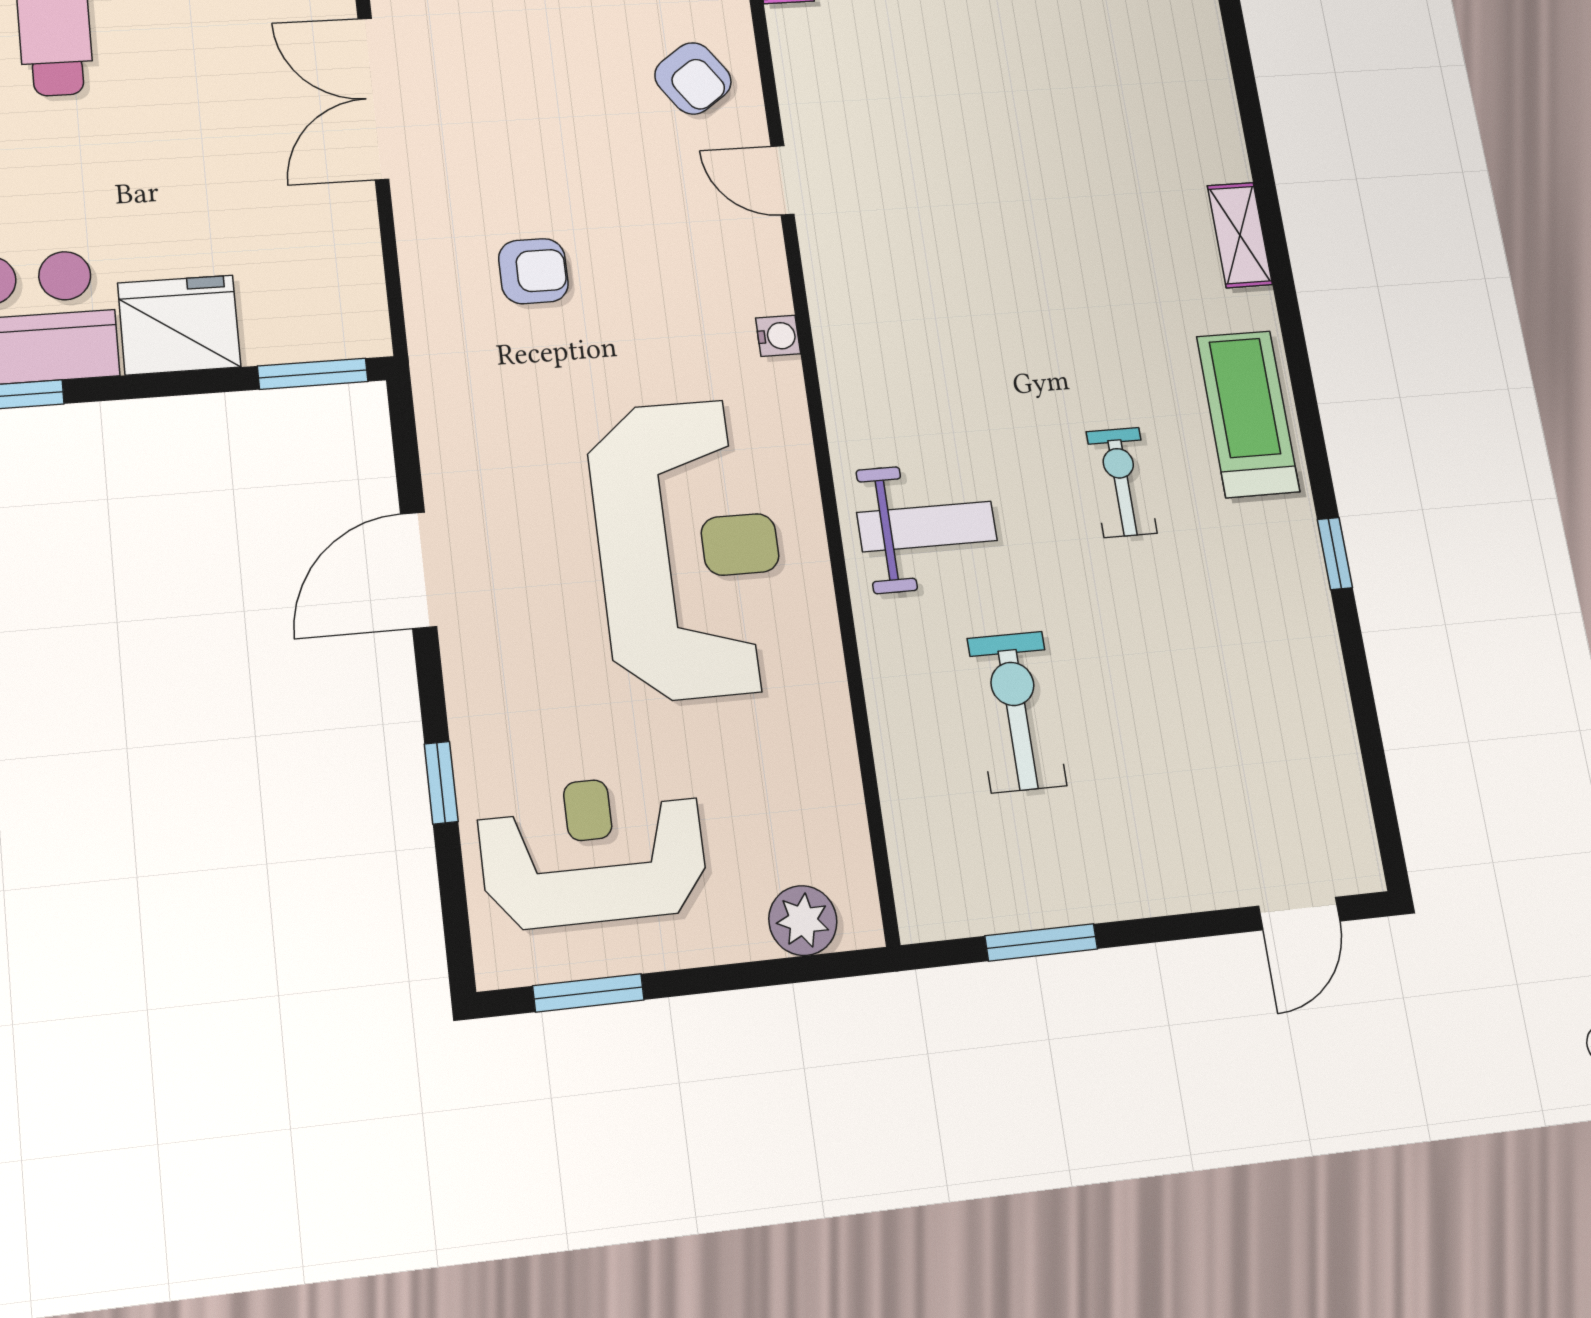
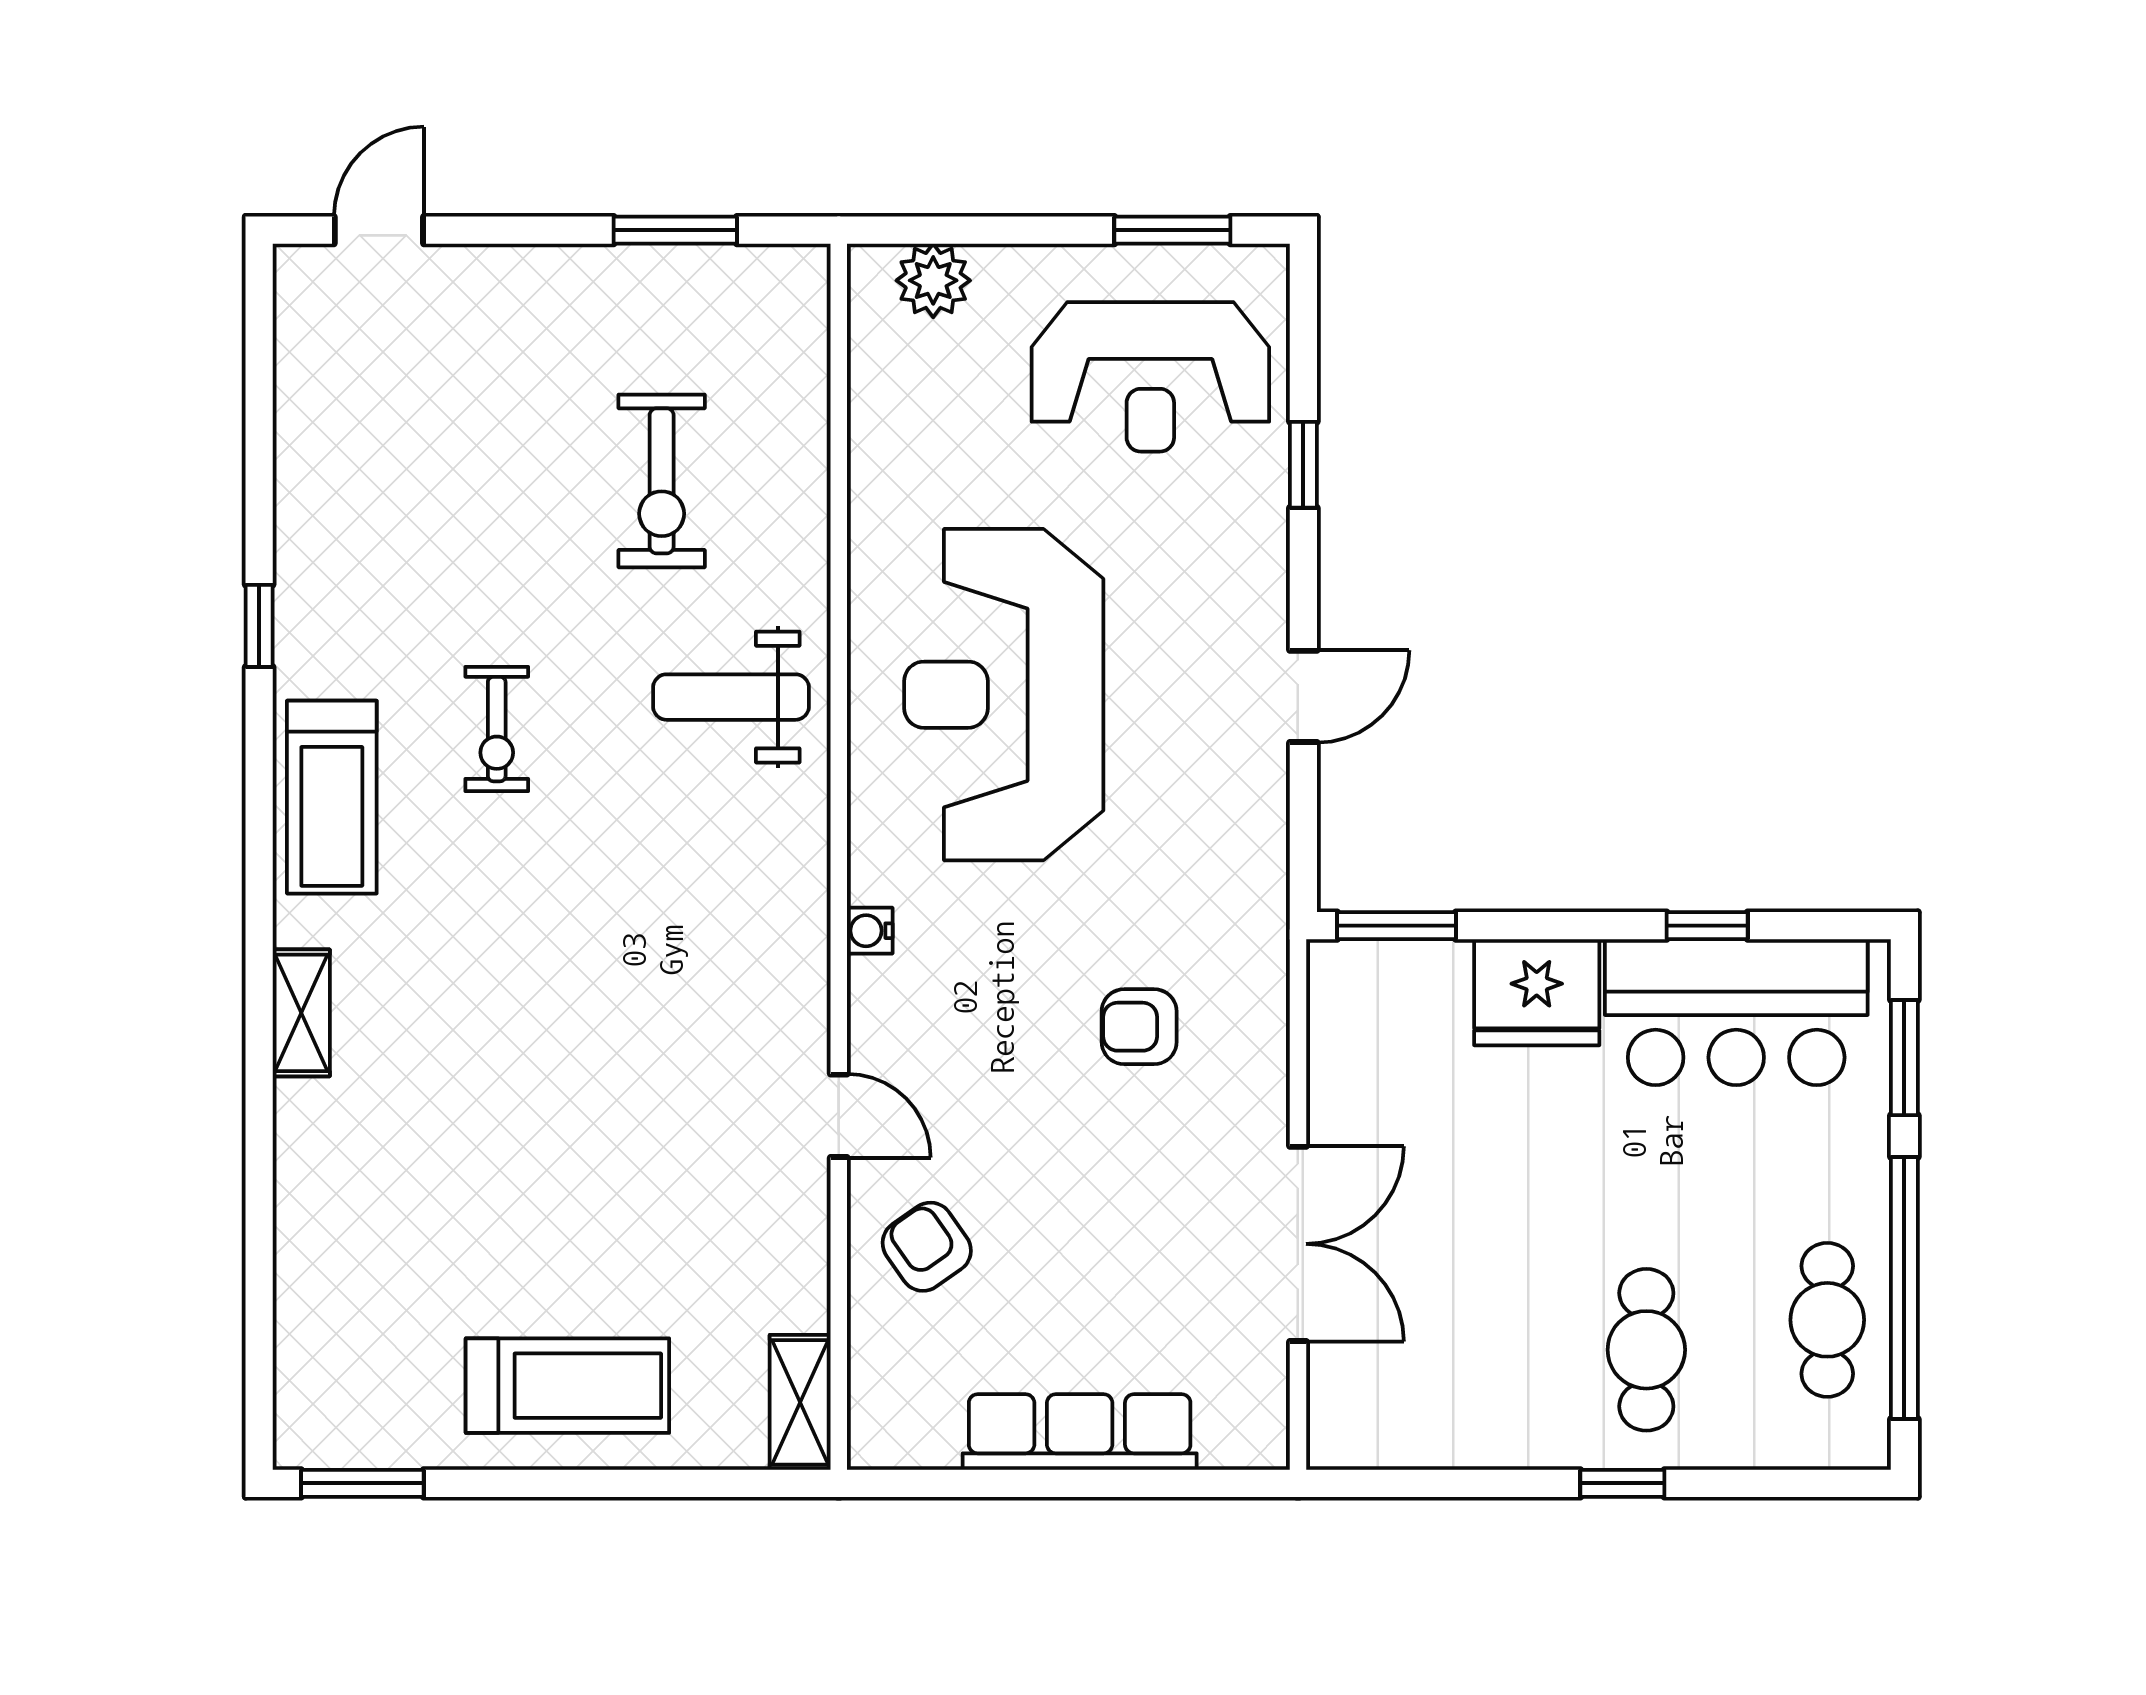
door: (419, 570) -> (1303, 696), width x0.73

